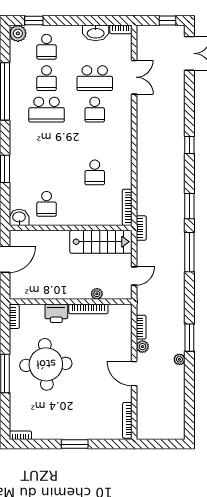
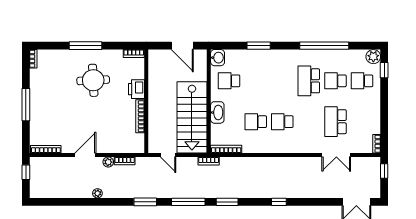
window: (168, 21) -> (384, 171), moved
washbasin: (96, 33) -> (217, 112), moved, turned 180
school desk: (95, 110) -> (282, 122), moved
stairs: (101, 242) -> (192, 117), width x1.36, depth x1.51
plant: (97, 294) -> (153, 123), removed
window: (189, 338) -> (145, 202), moved
round table: (46, 364) -> (93, 80), width x0.73, depth x0.73
window: (75, 444) -> (26, 105), width x1.44
window: (154, 444) -> (26, 172), added

